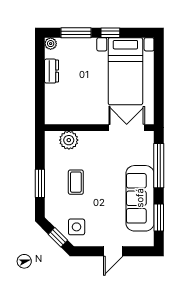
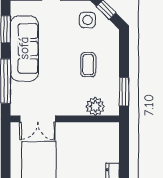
window: (40, 183) -> (124, 92), moved

